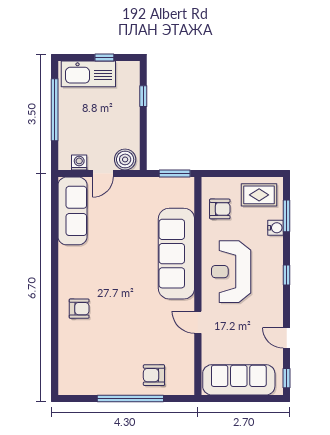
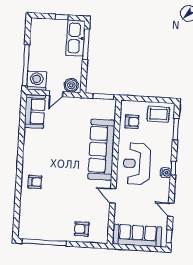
kitchen sink: (88, 74) -> (75, 38), moved, turned 90
window: (143, 96) -> (86, 44), width x2.17
window: (55, 110) -> (26, 65), moved
washing machine: (79, 162) -> (37, 81), width x1.89, depth x1.89
sofa: (73, 211) -> (35, 111), width x0.73
water cooler: (275, 228) -> (166, 173), moved
window: (130, 399) -> (44, 242), moved

